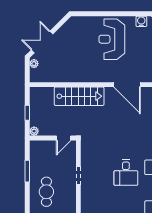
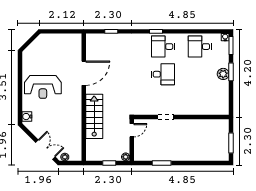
water cooler: (141, 21) -> (27, 117), moved
double door: (42, 42) -> (45, 150), swing flipped
door: (64, 138) -> (132, 130), hinge flipped
cafe table: (46, 192) -> (180, 146), removed

